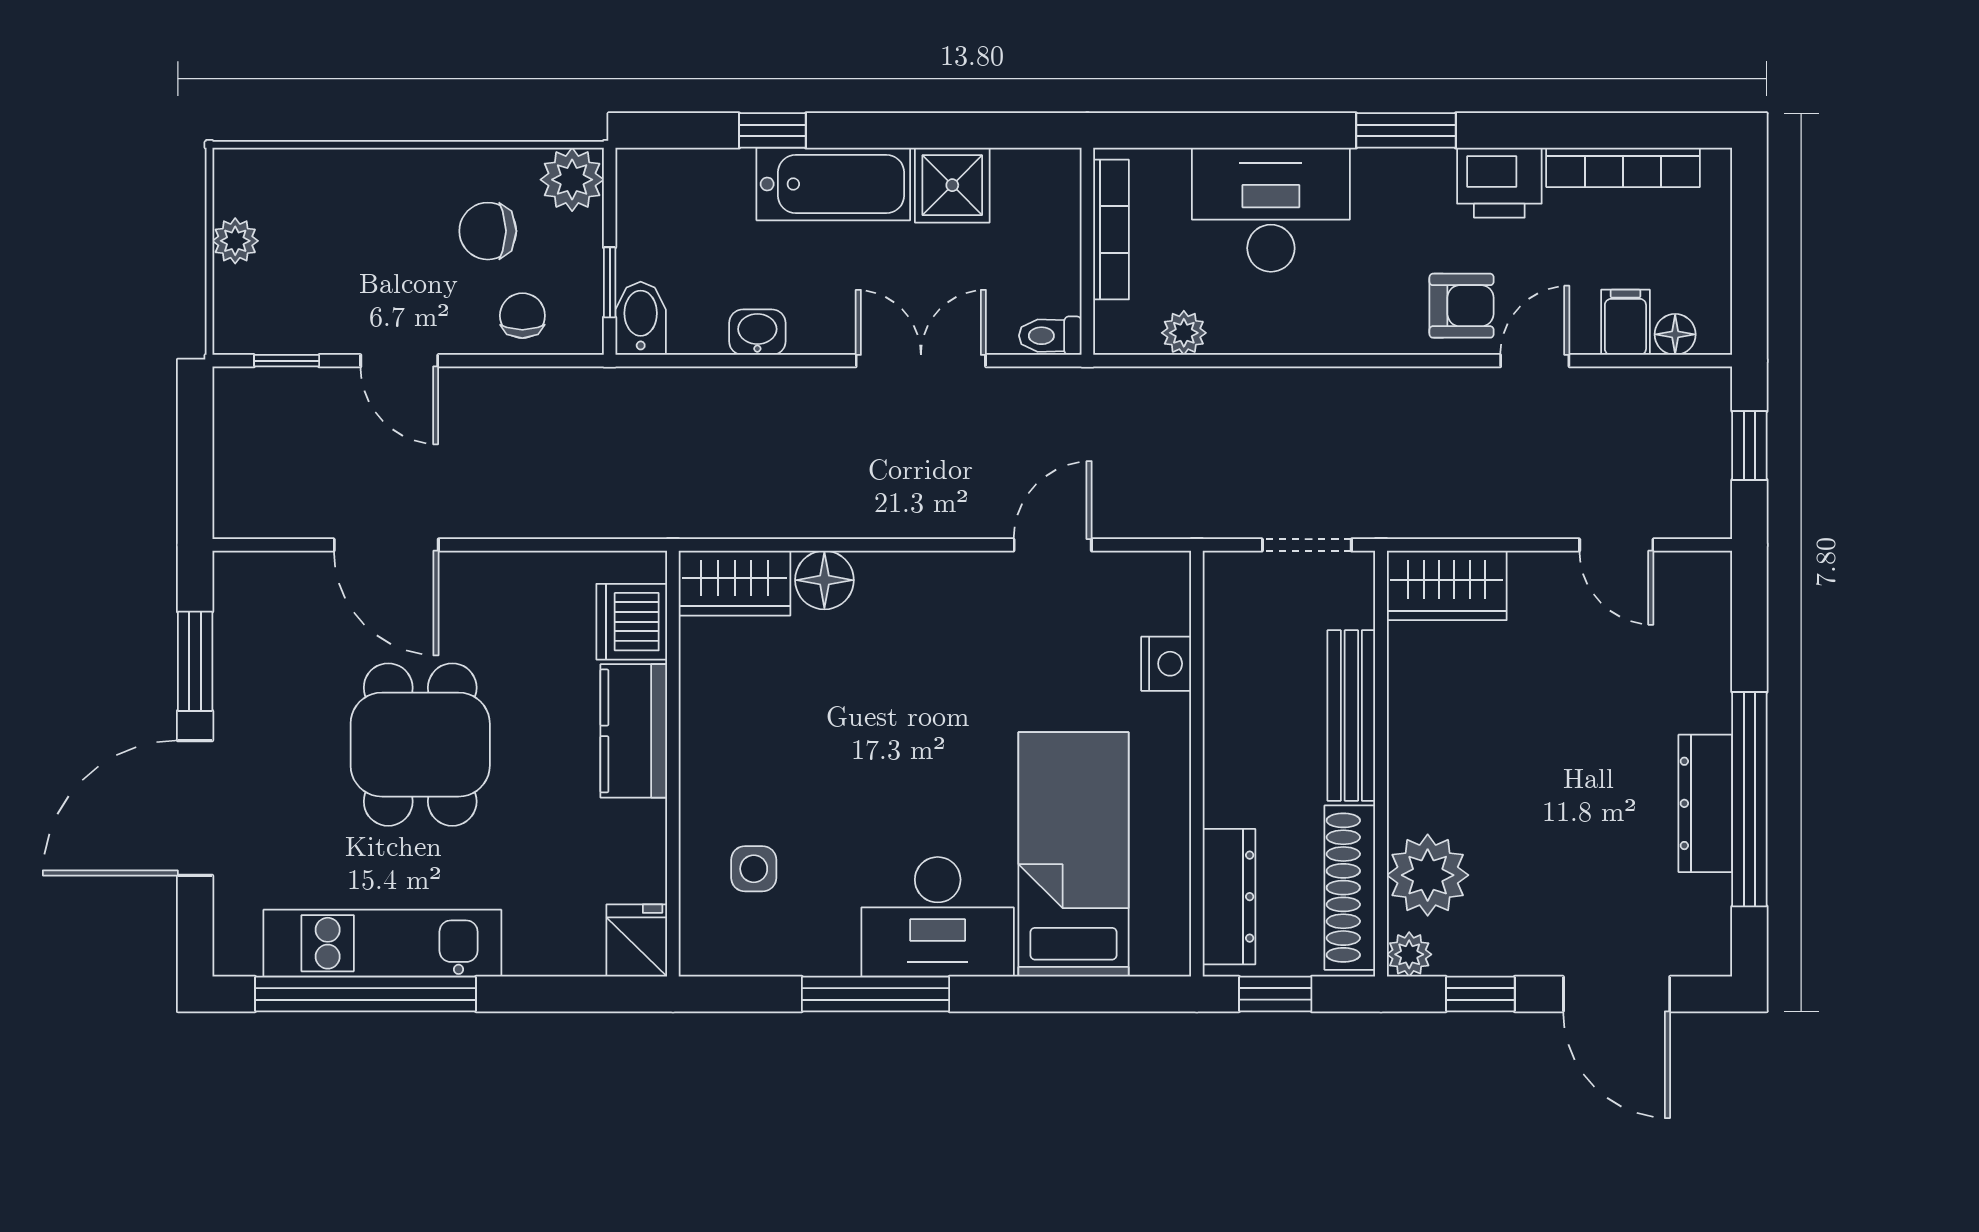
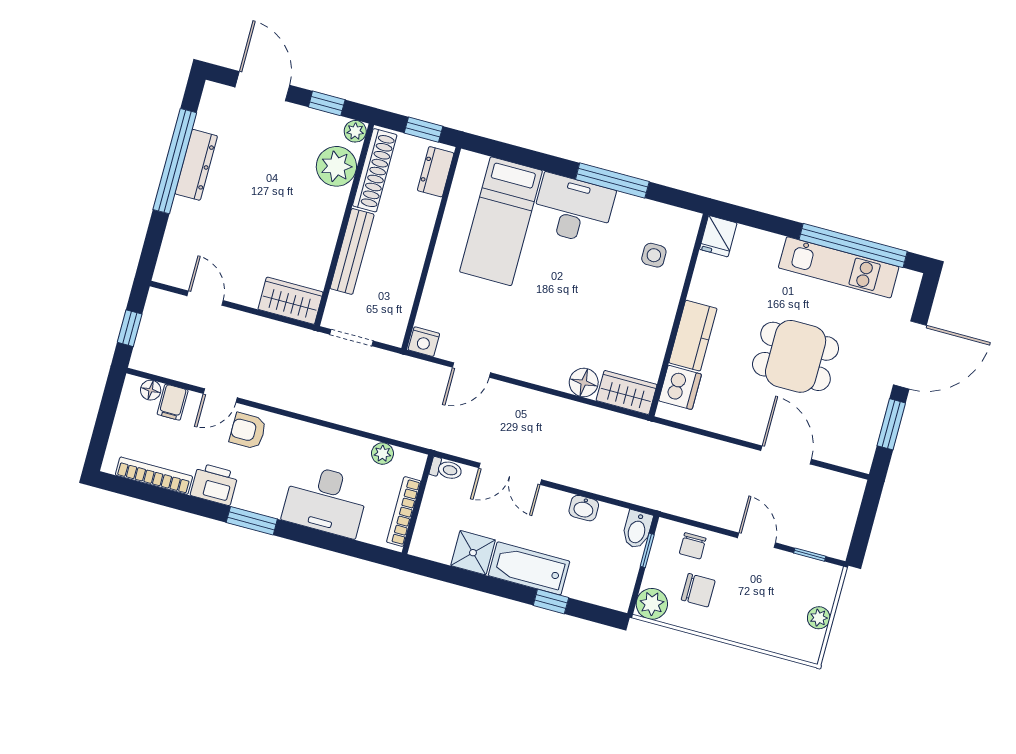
nightstand: (1166, 664) -> (424, 342), moved, turned -90
dining table: (420, 745) -> (796, 356), turned 90
dresser: (1229, 897) -> (436, 172), width x0.70

